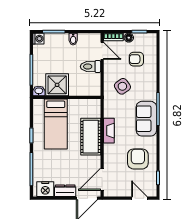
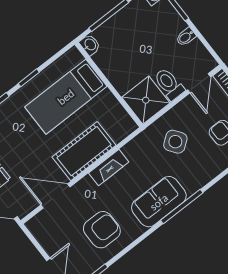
shower: (57, 85) -> (146, 100), moved
door: (102, 179) -> (55, 196), moved

